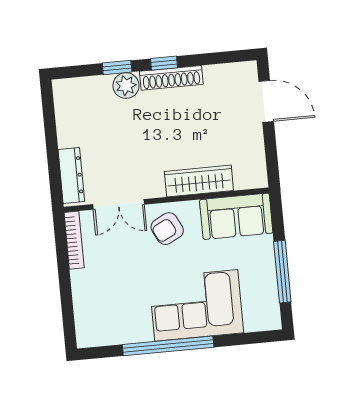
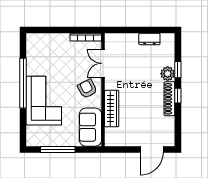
dresser: (71, 176) -> (149, 39), moved, width x0.70

